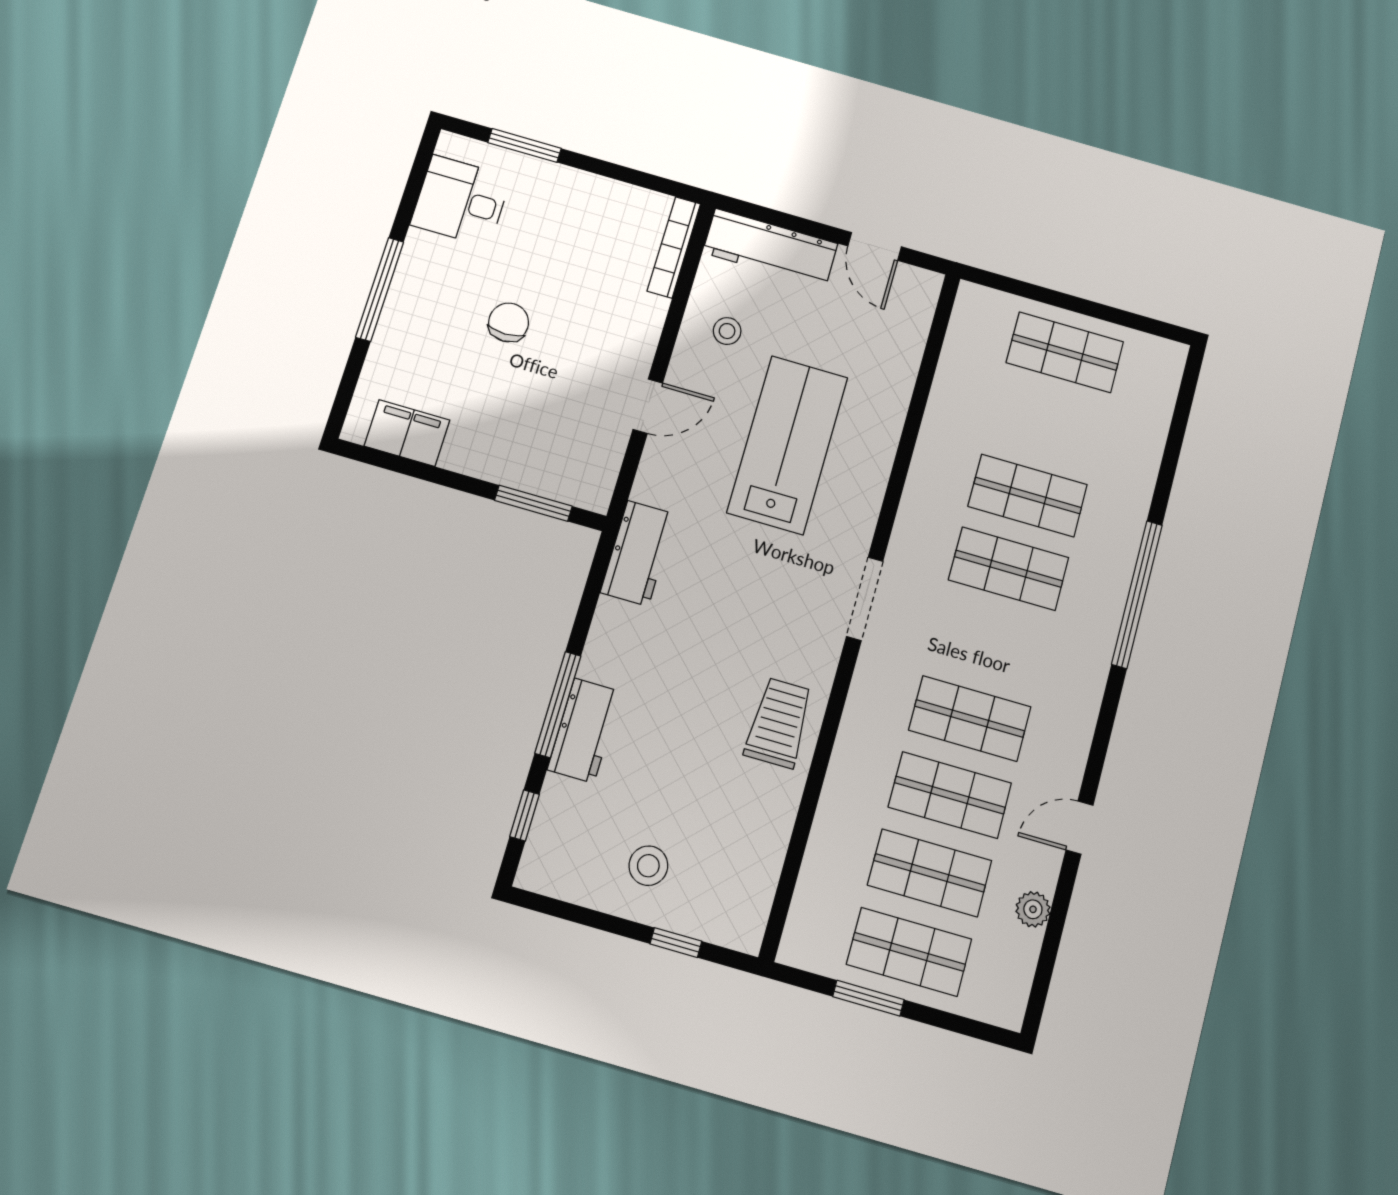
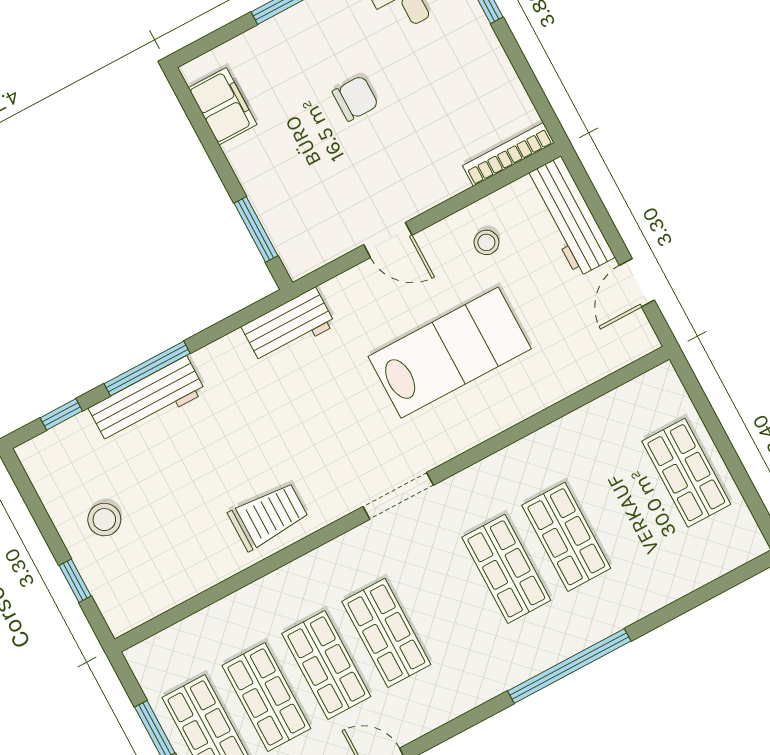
workbench: (584, 730) -> (147, 400), width x1.37

